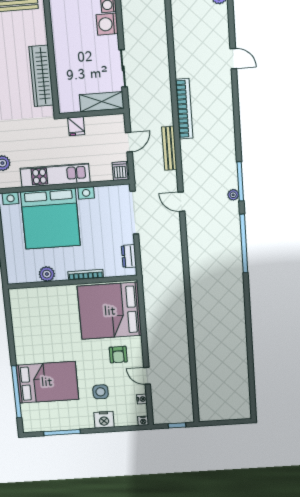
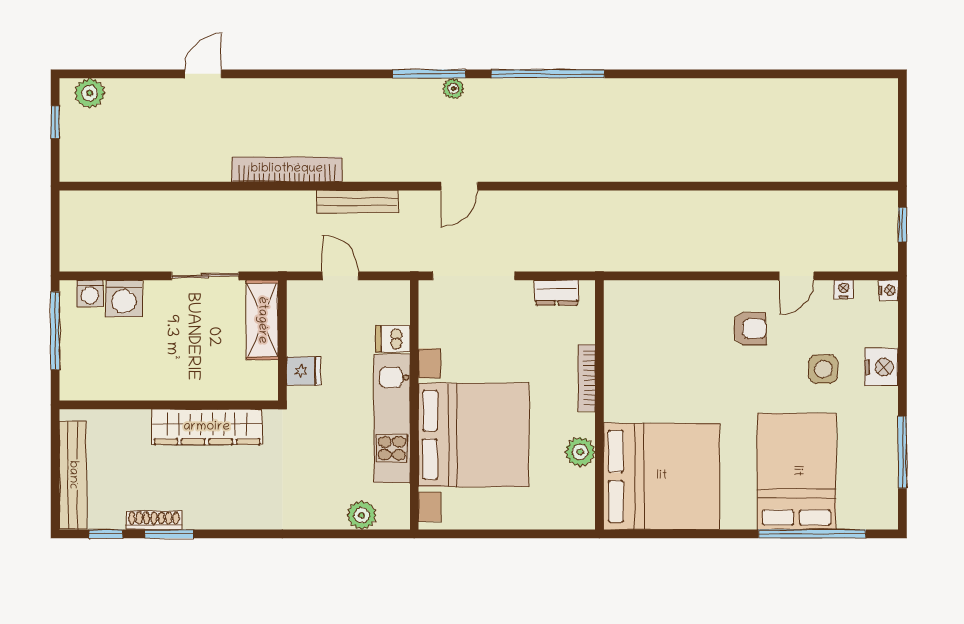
dishwasher: (120, 171) -> (393, 339), moved
bed: (110, 311) -> (662, 476), moved, turned -90

